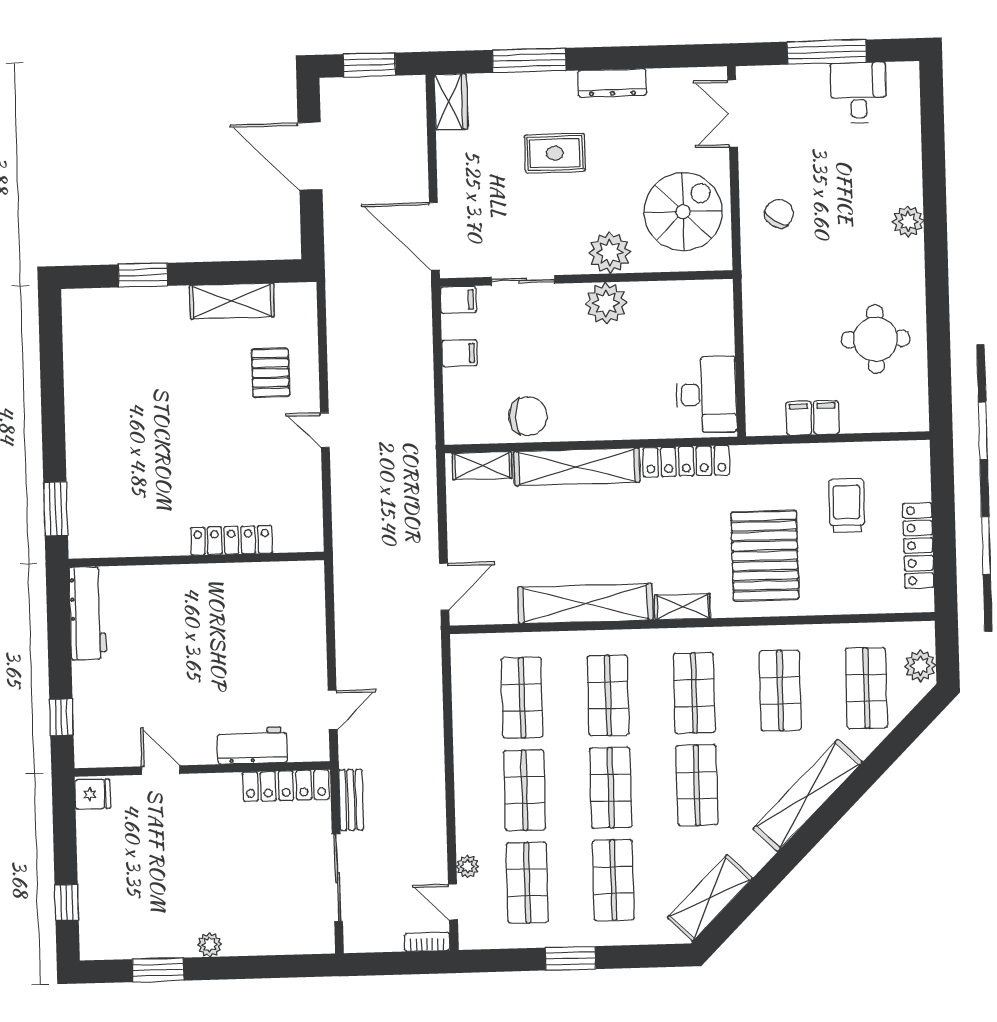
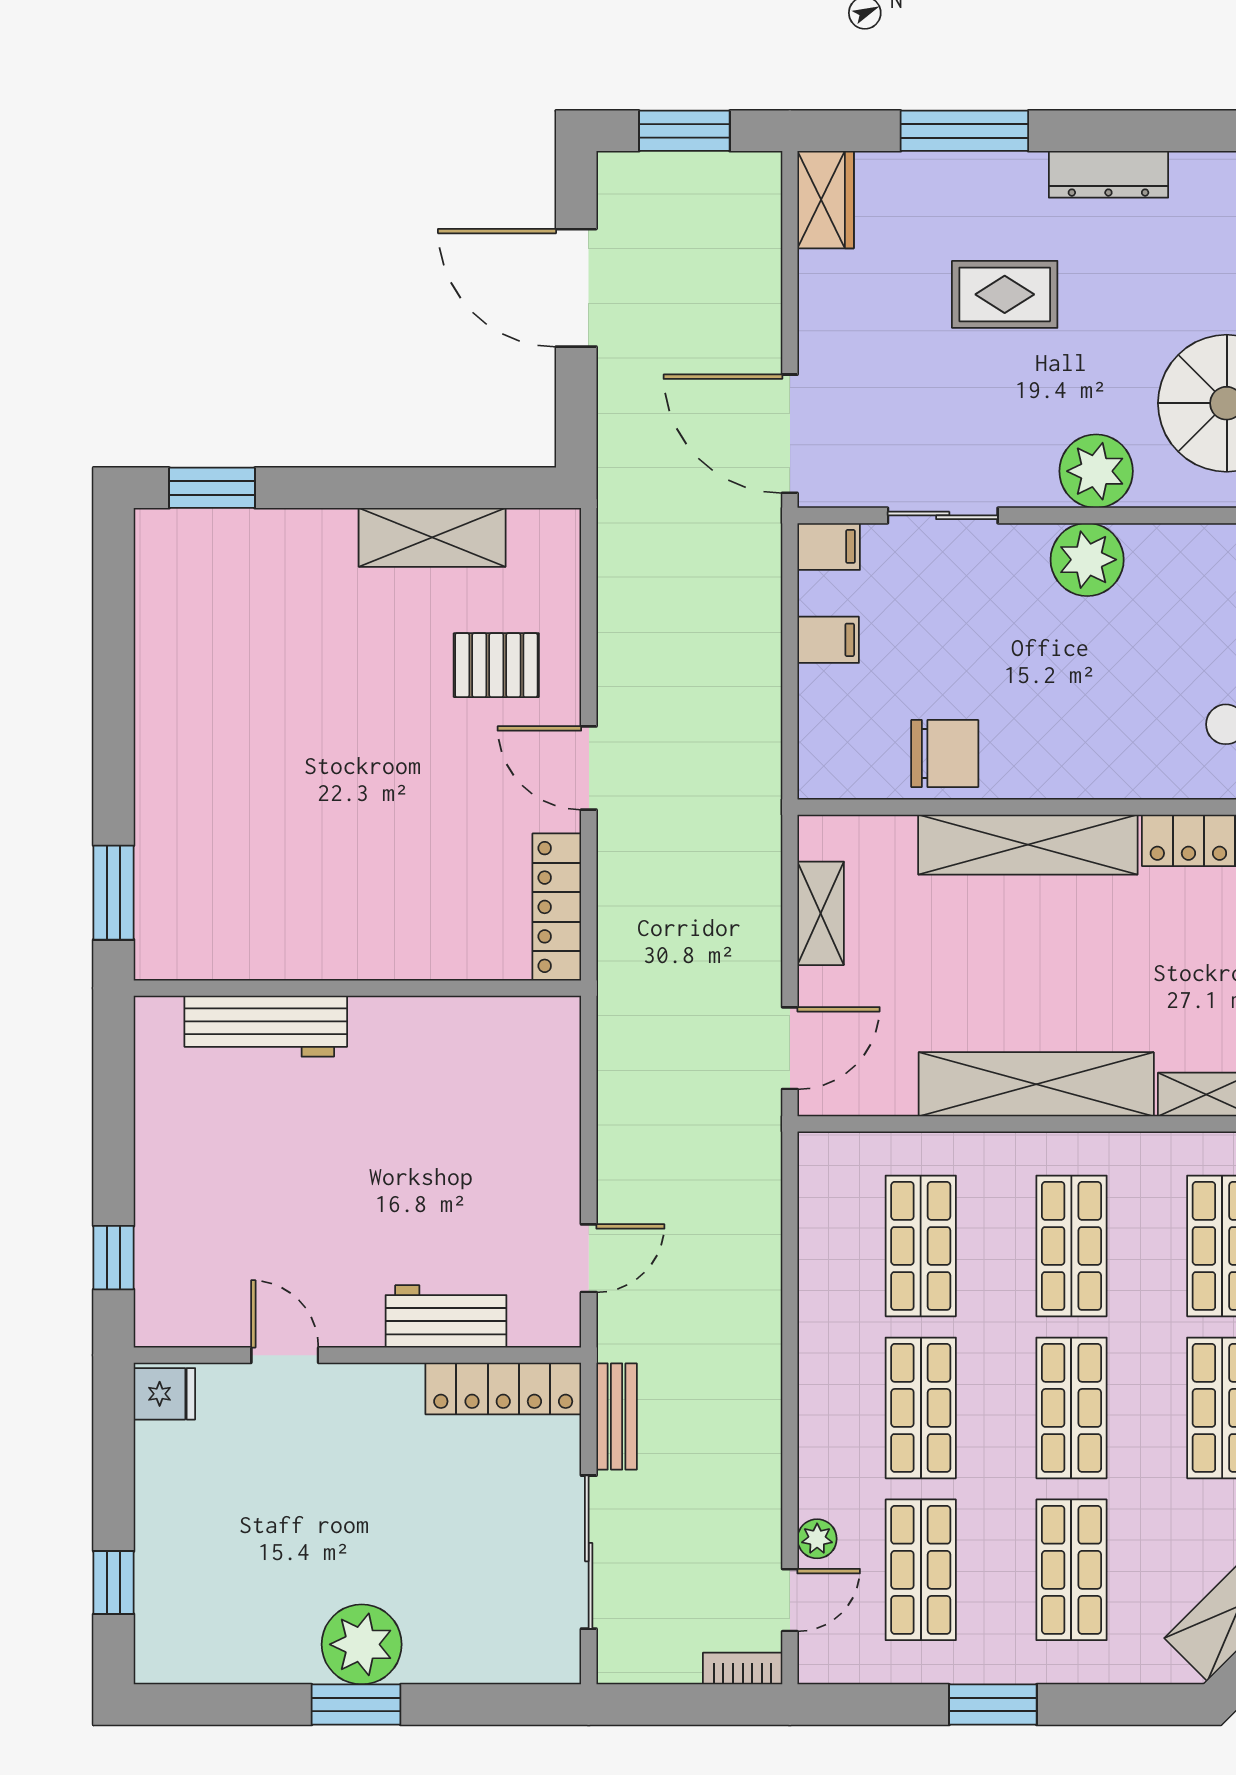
window: (143, 275) -> (212, 488), moved
pallet: (271, 373) -> (496, 665), turned 90
door: (325, 430) -> (589, 768), width x1.38
shelving: (482, 466) -> (821, 913), moved, turned 90
locker: (231, 540) -> (557, 907), moved, turned -90
workbench: (87, 613) -> (266, 1026), moved, turned 90
door: (453, 902) -> (790, 1600), swing flipped
plant: (210, 945) -> (362, 1644), width x1.87, depth x1.87
window: (158, 970) -> (356, 1705), moved

